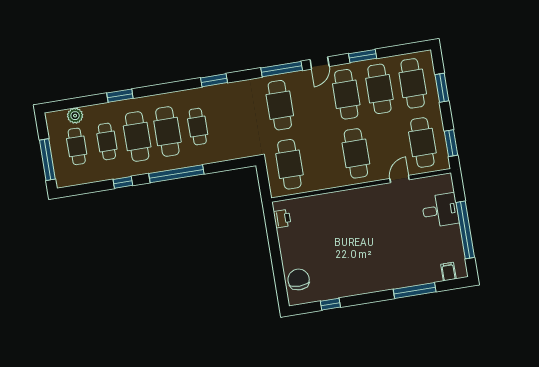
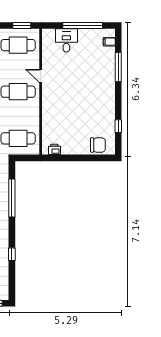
window: (176, 174) -> (12, 198), moved
door: (400, 179) -> (41, 76), moved
chair: (299, 280) -> (98, 145), turned 180

